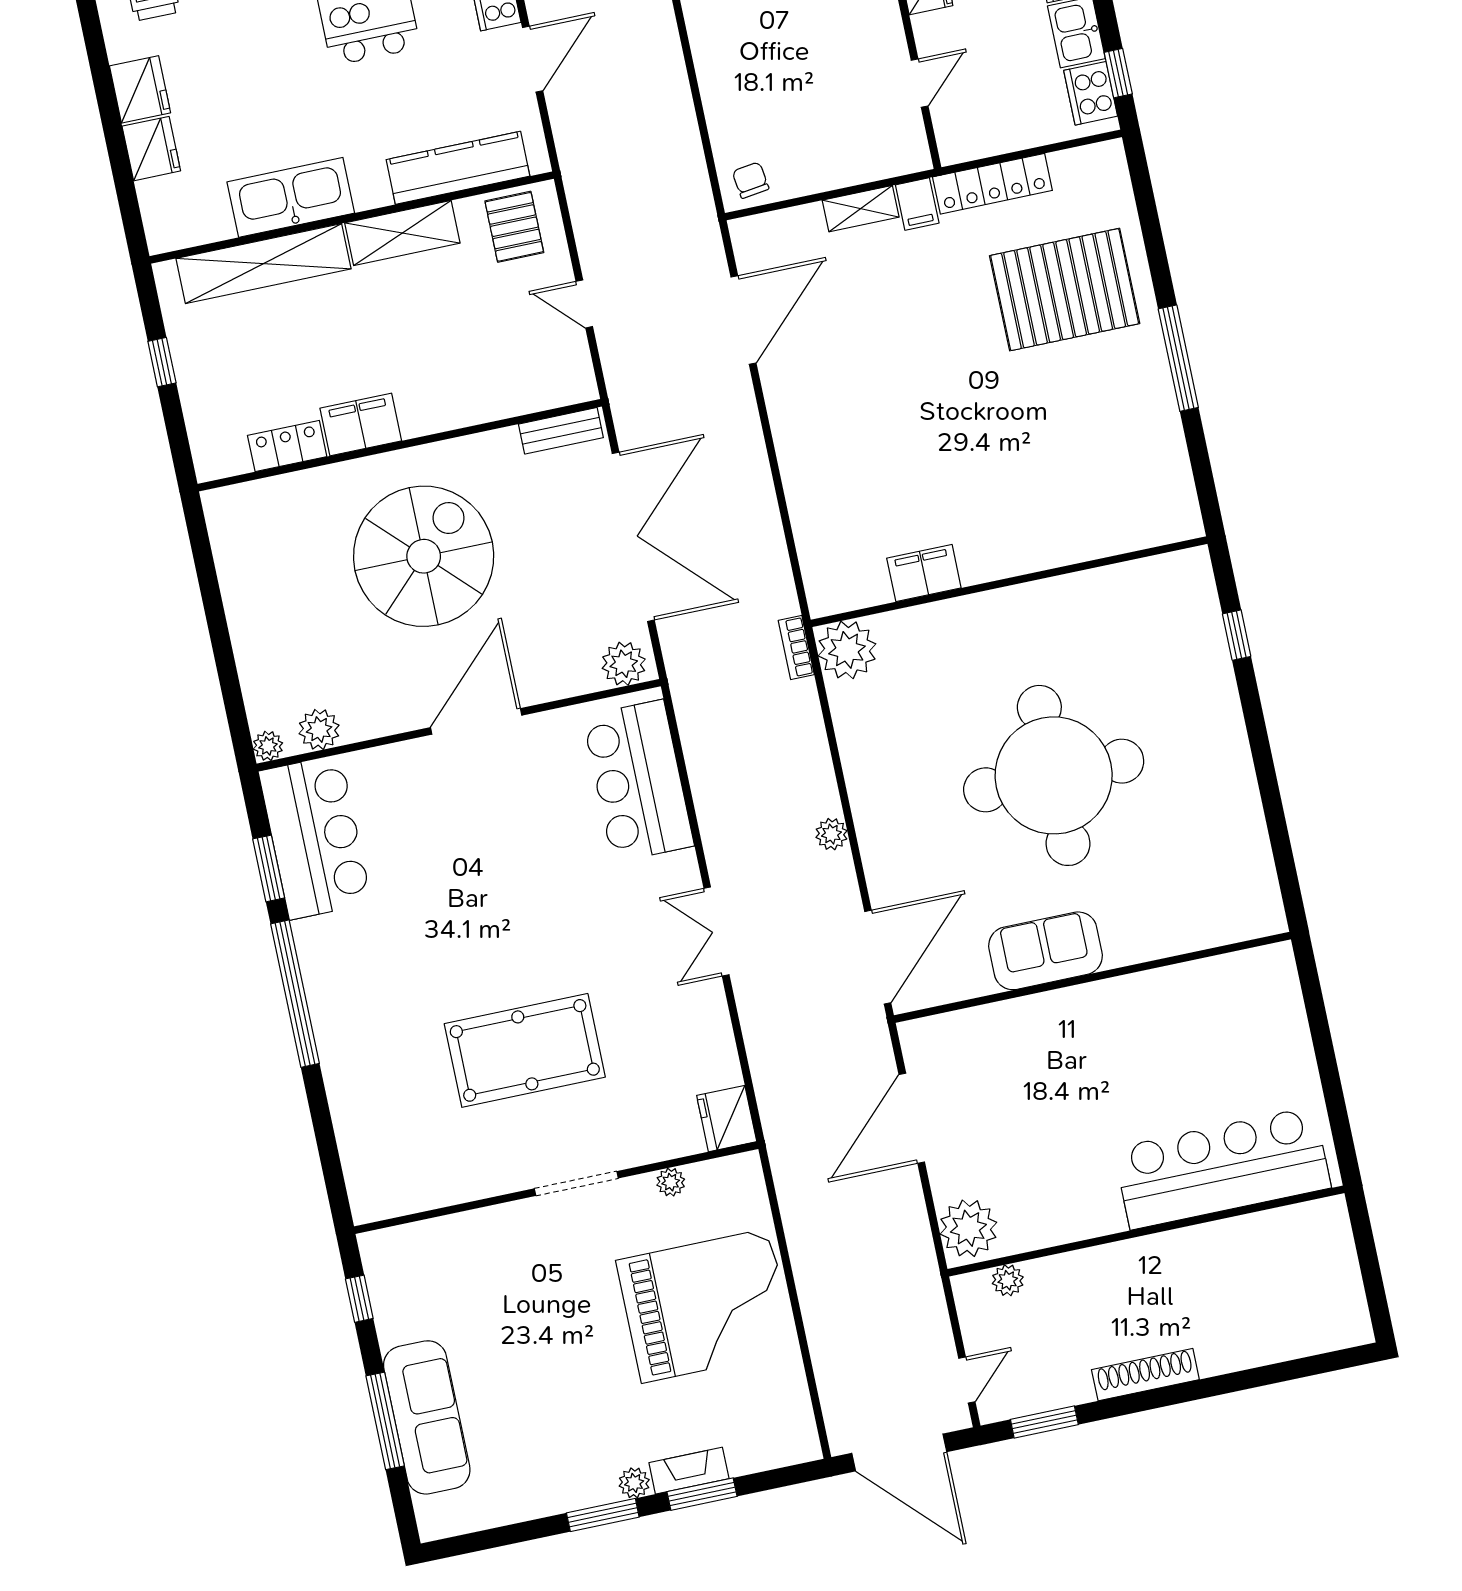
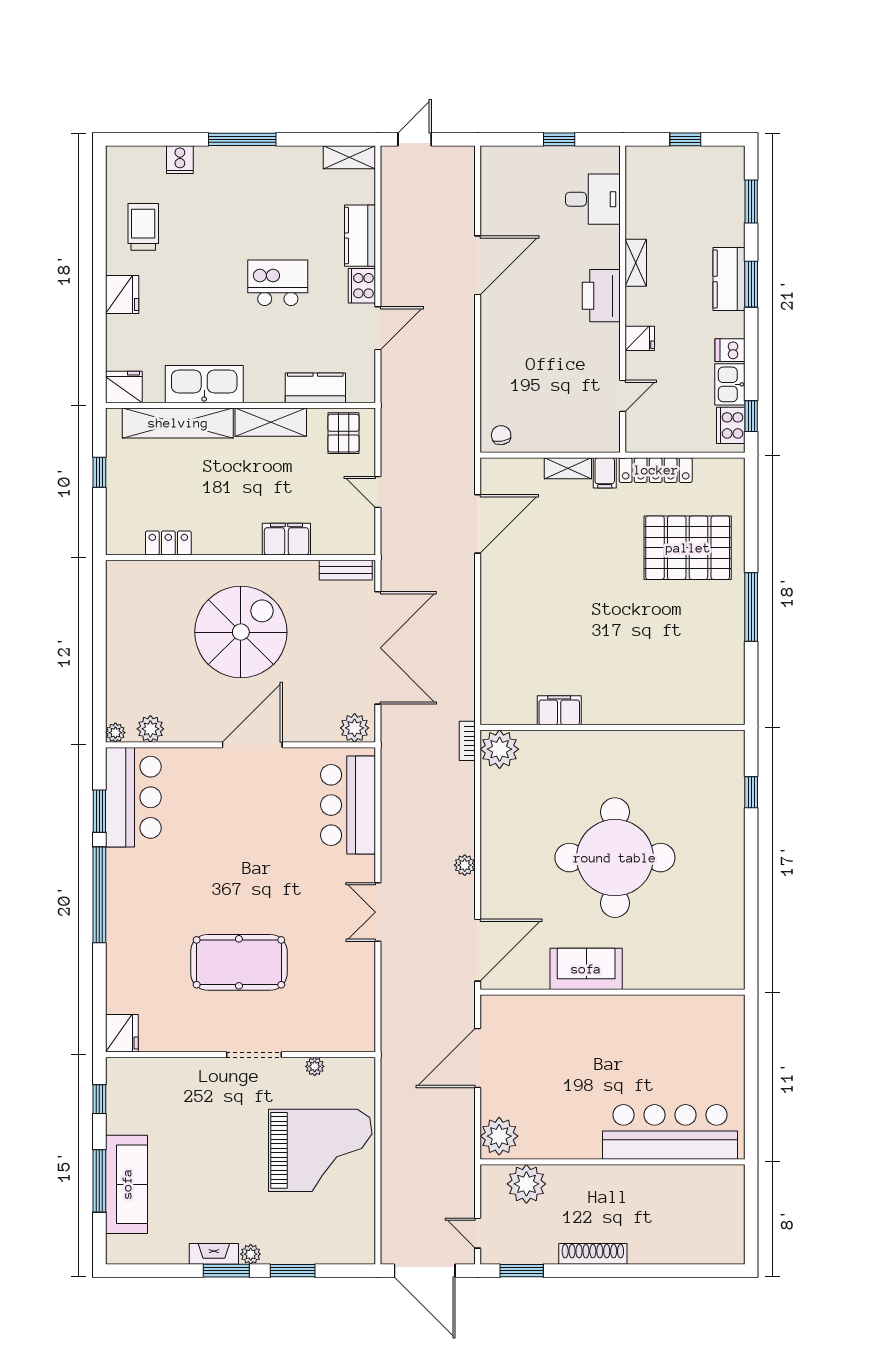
fridge: (151, 149) -> (124, 387), moved, turned -90
kitchen counter: (458, 168) -> (315, 388), width x0.67
filing cabinet: (361, 425) -> (286, 539), moved
fridge: (727, 1119) -> (122, 1033), moved, turned 180
plant: (1008, 1280) -> (526, 1184), width x1.87, depth x1.87
door: (967, 1380) -> (478, 1233), swing flipped
fireplace: (689, 1471) -> (214, 1254), moved

